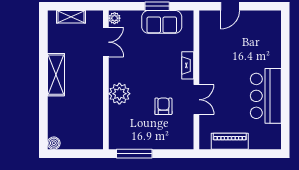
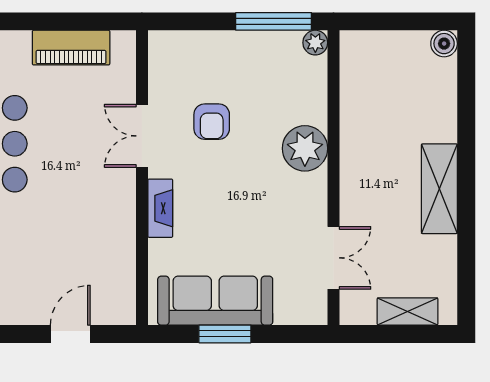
plant: (115, 18) -> (315, 43), moved
sofa: (162, 22) -> (215, 301), width x1.36
double door: (106, 42) -> (334, 258), swing flipped

